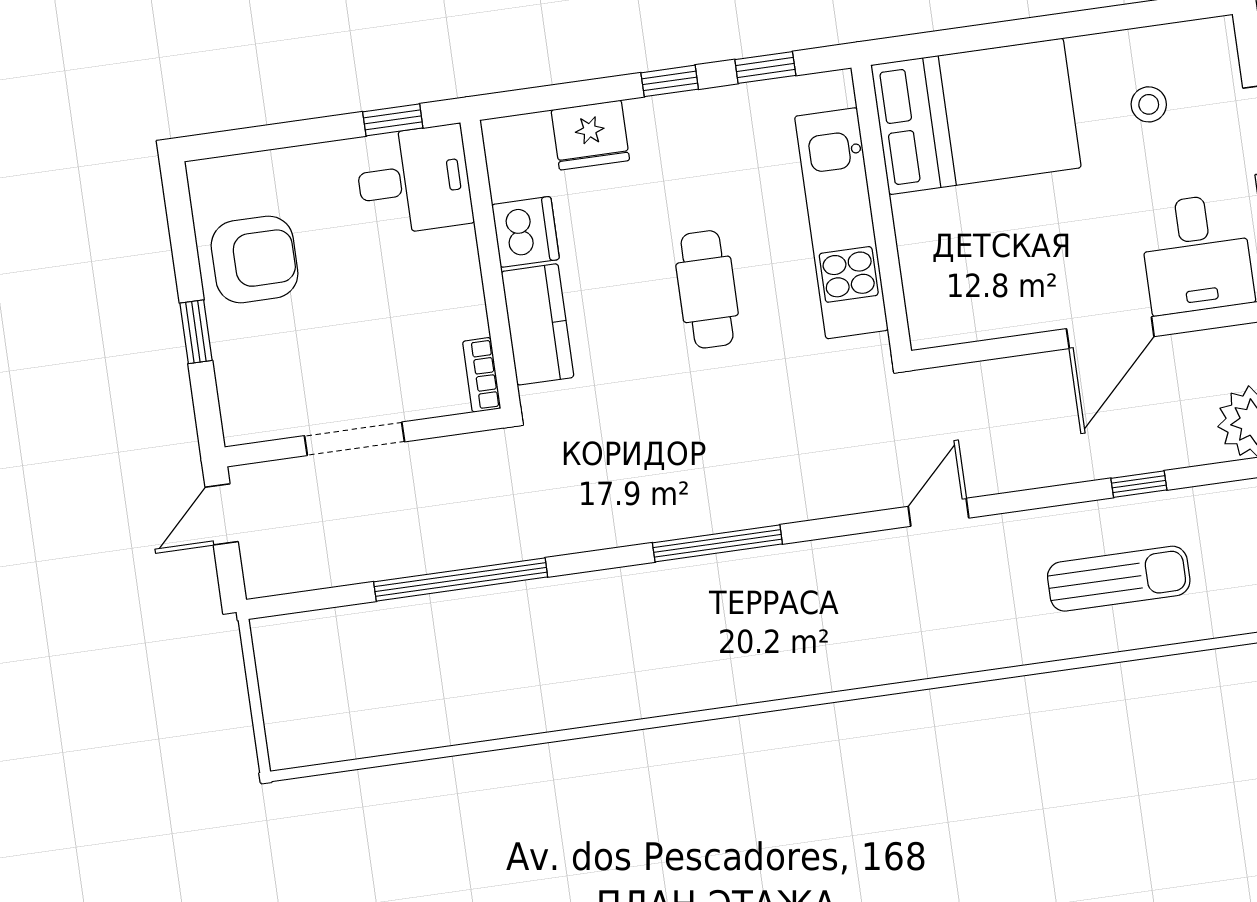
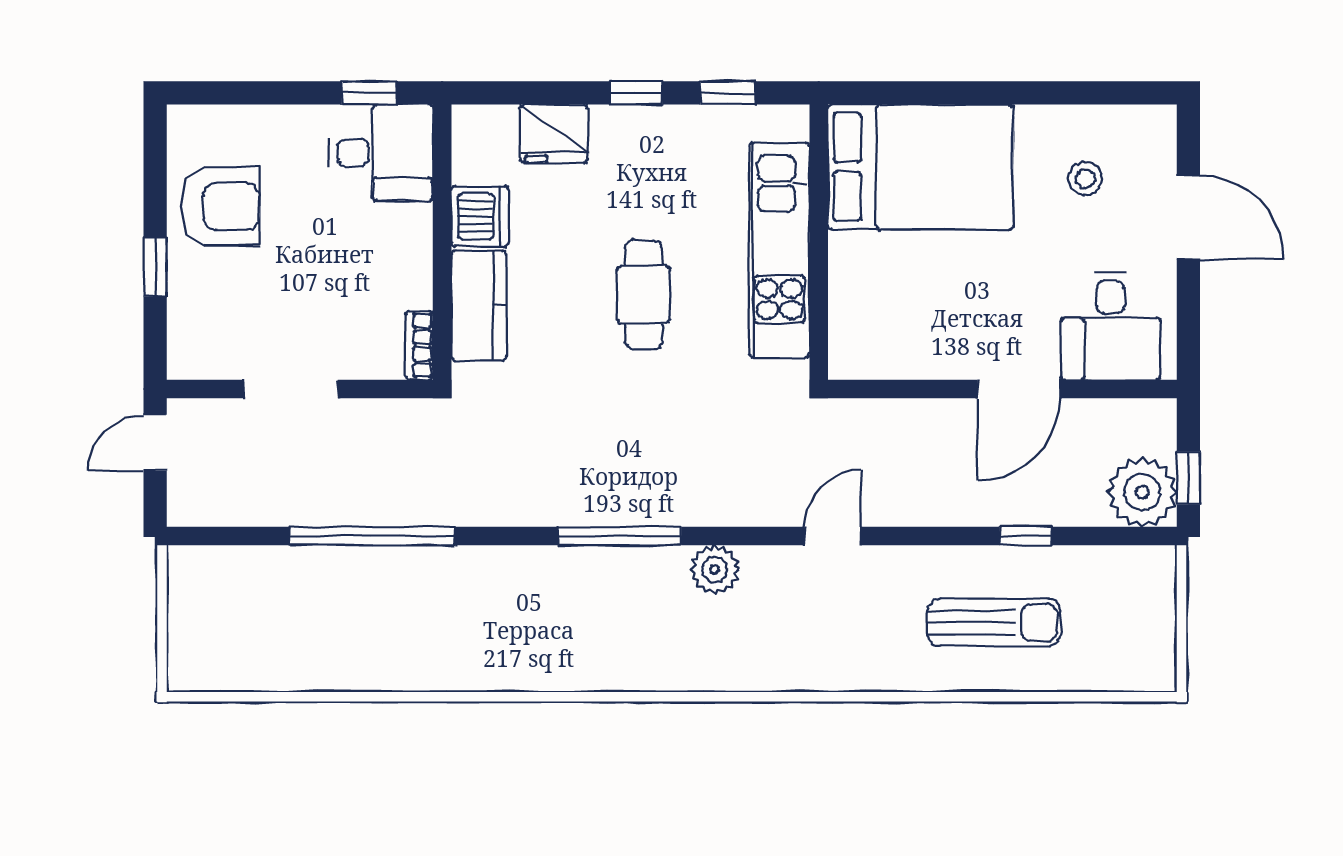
plant: (821, 564) -> (715, 569), added

